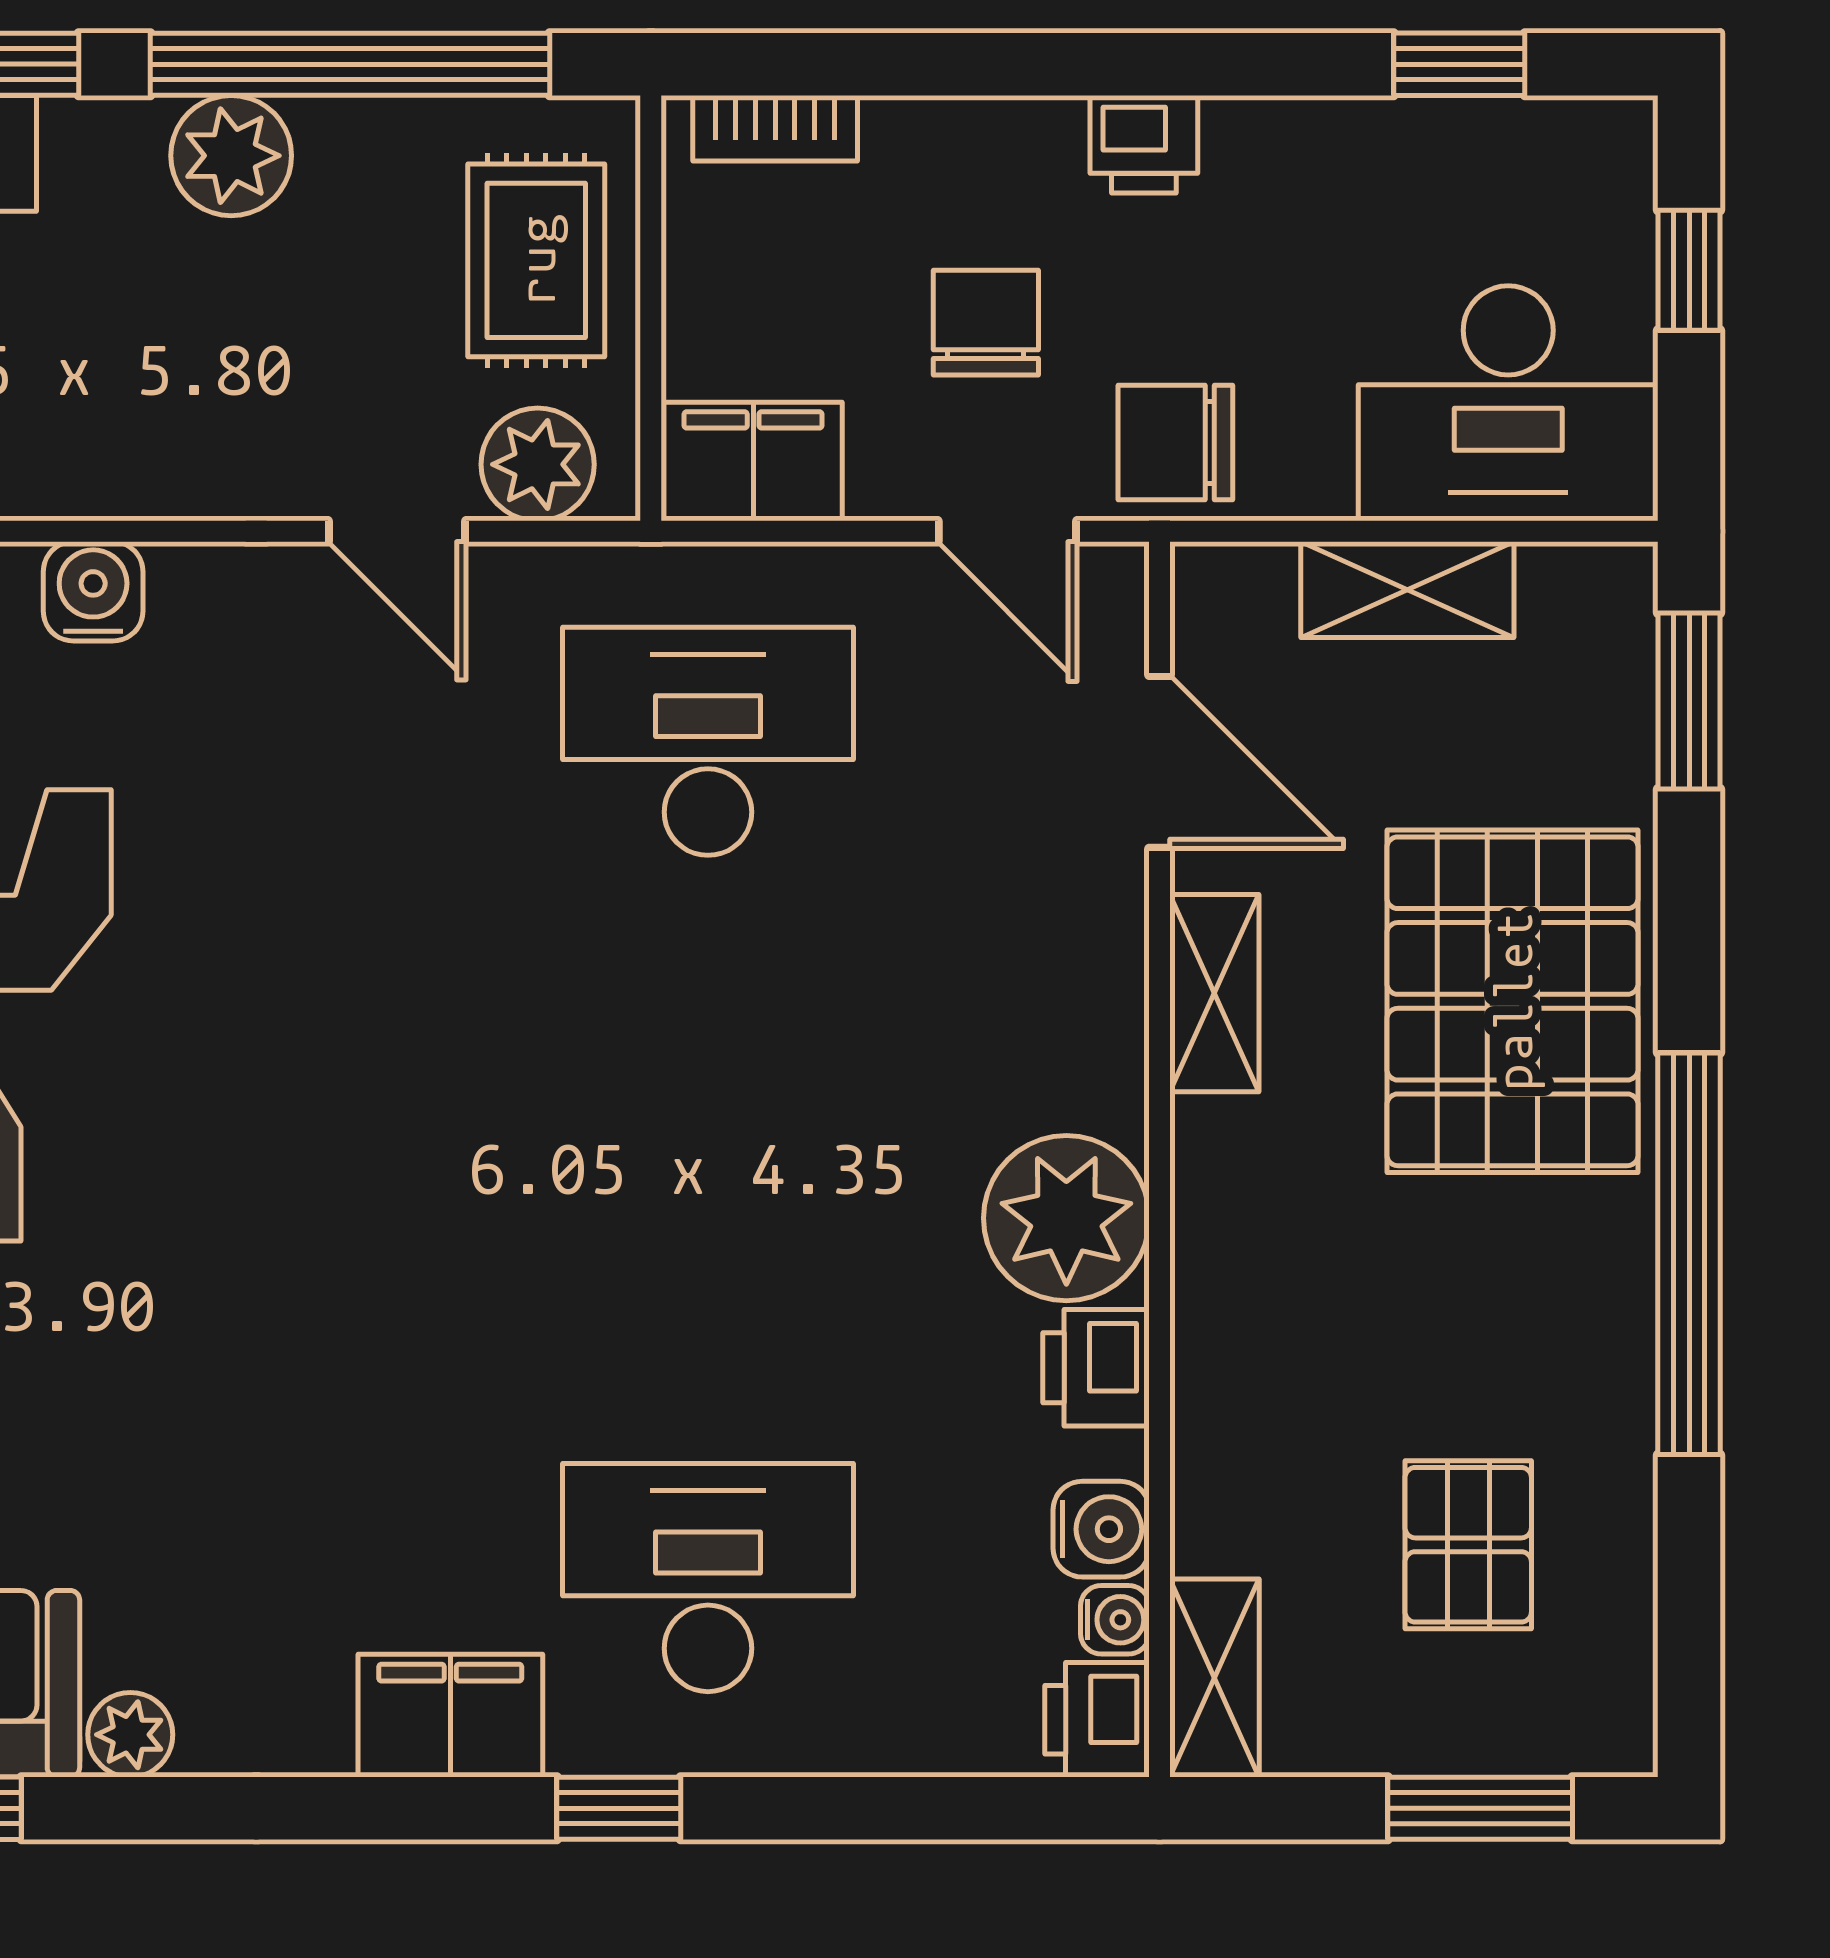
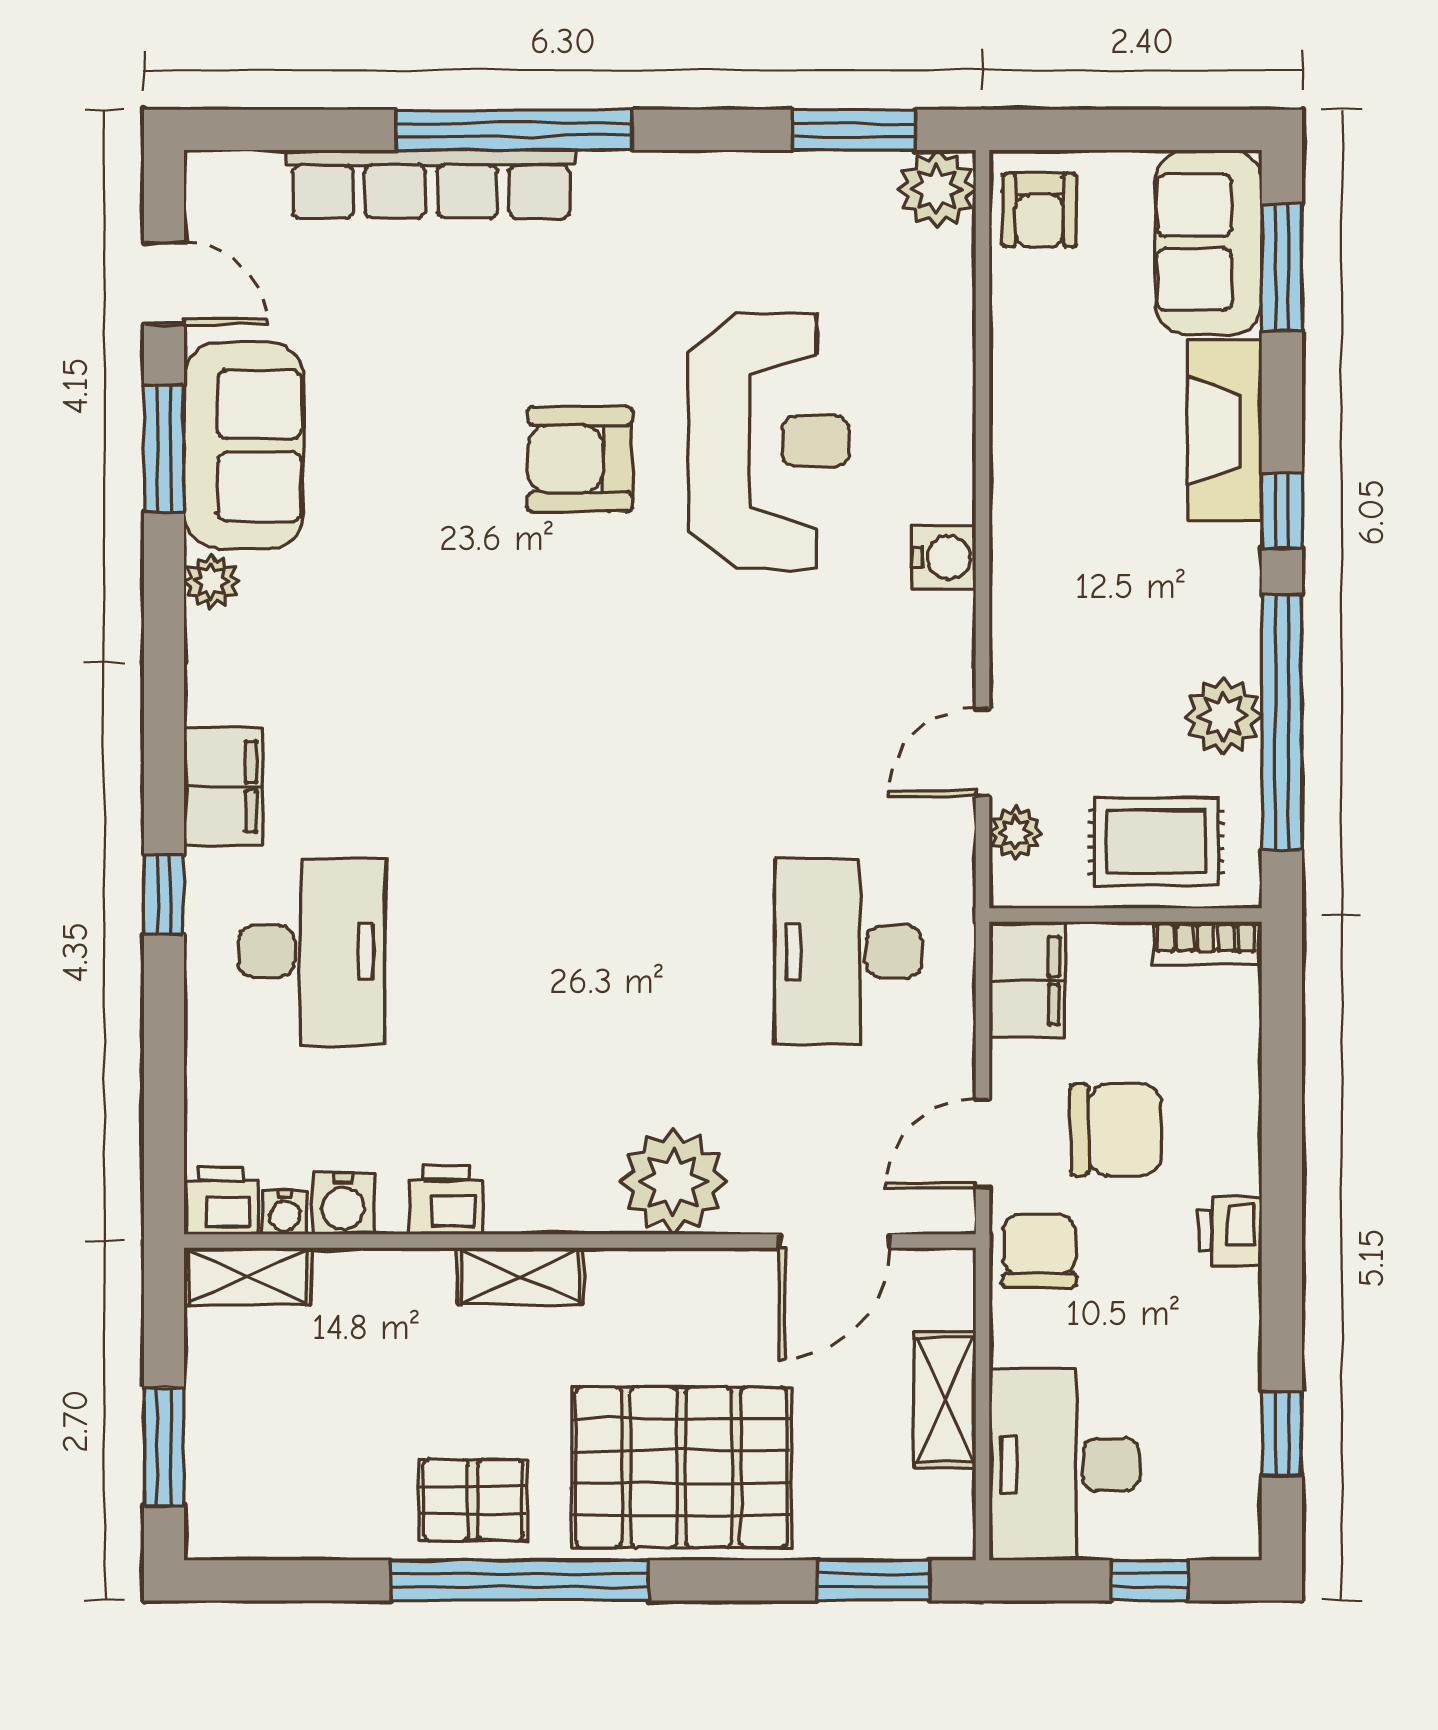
bookcase: (775, 128) -> (1206, 943), moved, turned -90
plant: (231, 156) -> (1223, 716), moved
chair: (986, 323) -> (1116, 1130), width x1.37, depth x1.37
plant: (538, 464) -> (1015, 833), width x0.73, depth x0.73
desk: (708, 741) -> (848, 952), turned 180
shelving: (1214, 993) -> (520, 1276), moved
plant: (1066, 1218) -> (673, 1181), moved
pallet: (1468, 1545) -> (473, 1500), moved

